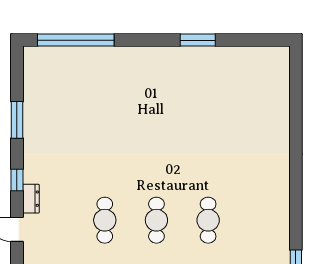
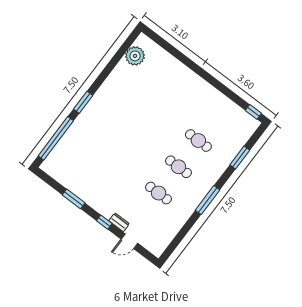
window: (198, 40) -> (83, 102), moved
plant: (254, 61) -> (135, 56), added

